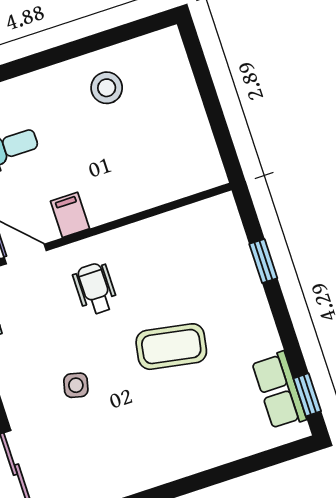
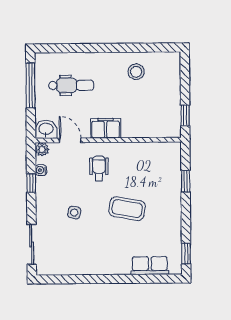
window: (223, 140) -> (185, 115), added
filing cabinet: (70, 215) -> (106, 128), width x2.00
row of seats: (279, 390) -> (150, 266), moved, turned 90

